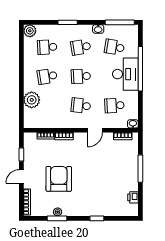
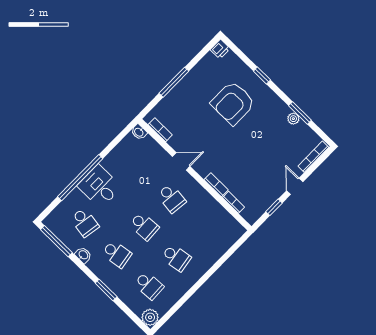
desk: (125, 74) -> (99, 186), width x0.73
plant: (32, 100) -> (213, 250), removed
school desk: (114, 105) -> (139, 167), removed
door: (21, 176) -> (295, 186), swing flipped
armchair: (59, 179) -> (233, 103), moved
printer: (133, 197) -> (220, 49), moved

